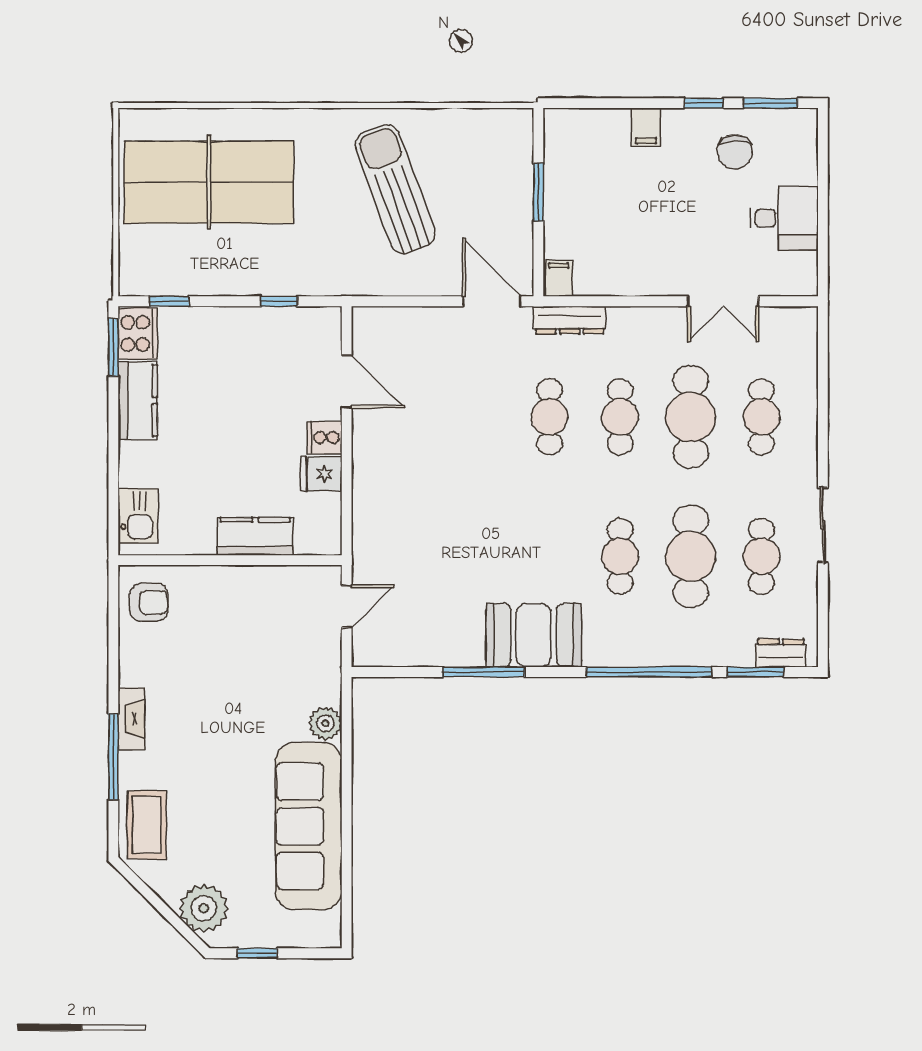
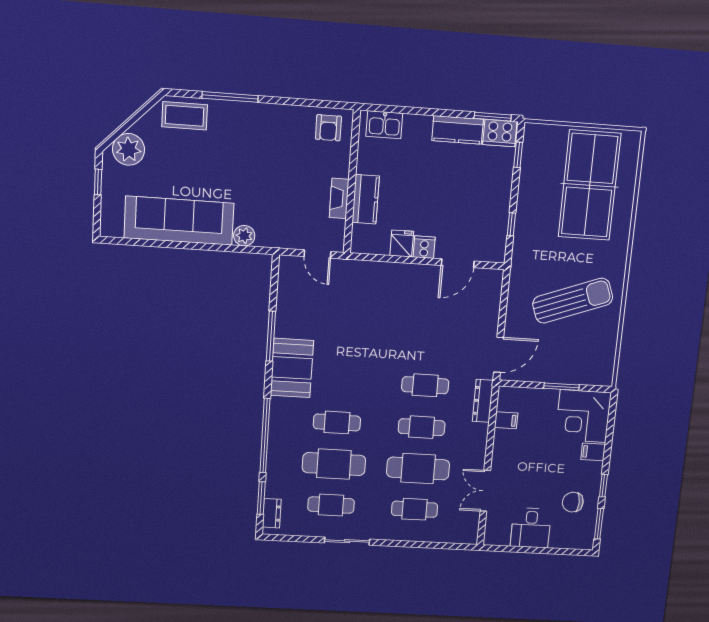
corner desk: (586, 151) -> (583, 416), added
filing cabinet: (559, 278) -> (506, 420), moved
fireplace: (131, 719) -> (339, 198), moved, turned 90

